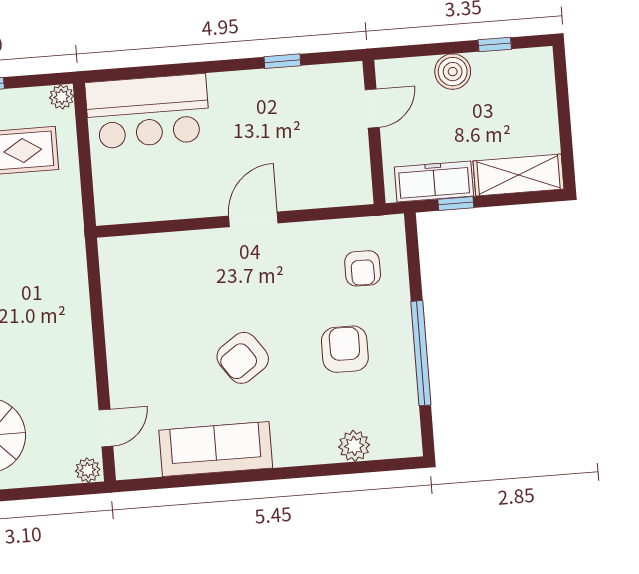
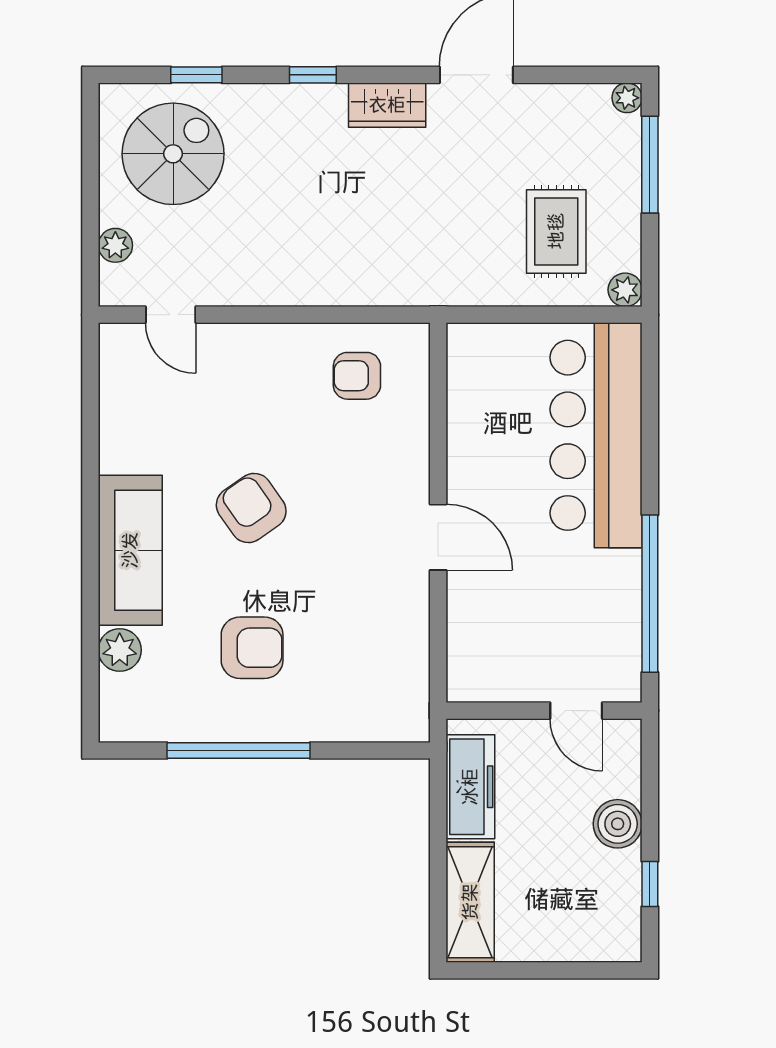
window: (282, 61) -> (650, 594), width x3.17
bar counter: (148, 111) -> (596, 435), width x1.36
window: (456, 204) -> (438, 814), removed
armchair: (363, 268) -> (357, 376), moved
sofa: (216, 449) -> (130, 550), moved
plant: (88, 470) -> (115, 245), moved

